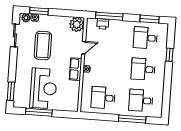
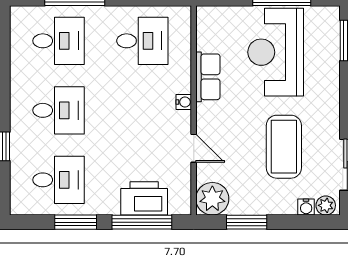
window: (39, 11) -> (247, 222), moved
window: (149, 19) -> (76, 222), moved
printer: (103, 24) -> (144, 198), width x1.87, depth x1.48
door: (84, 48) -> (194, 148), swing flipped
row of seats: (76, 69) -> (208, 77), moved

